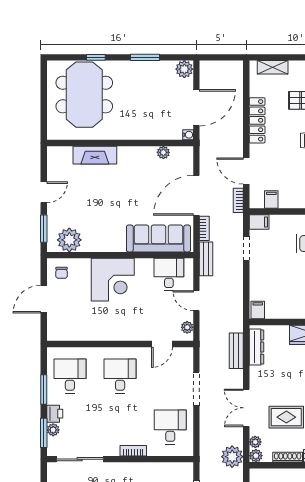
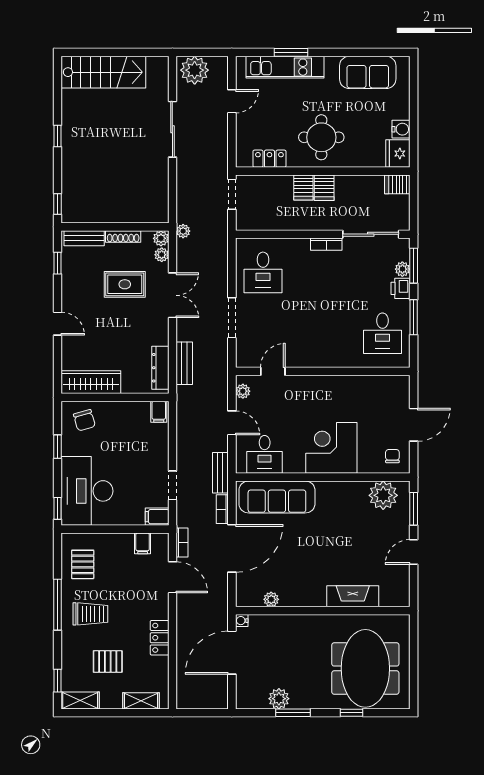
plant: (184, 69) -> (279, 699), moved
locker: (257, 120) -> (160, 638), width x0.66
desk: (120, 376) -> (323, 333), removed
bookcase: (133, 451) -> (326, 244), moved
plant: (232, 457) -> (183, 231), width x0.53, depth x0.53

